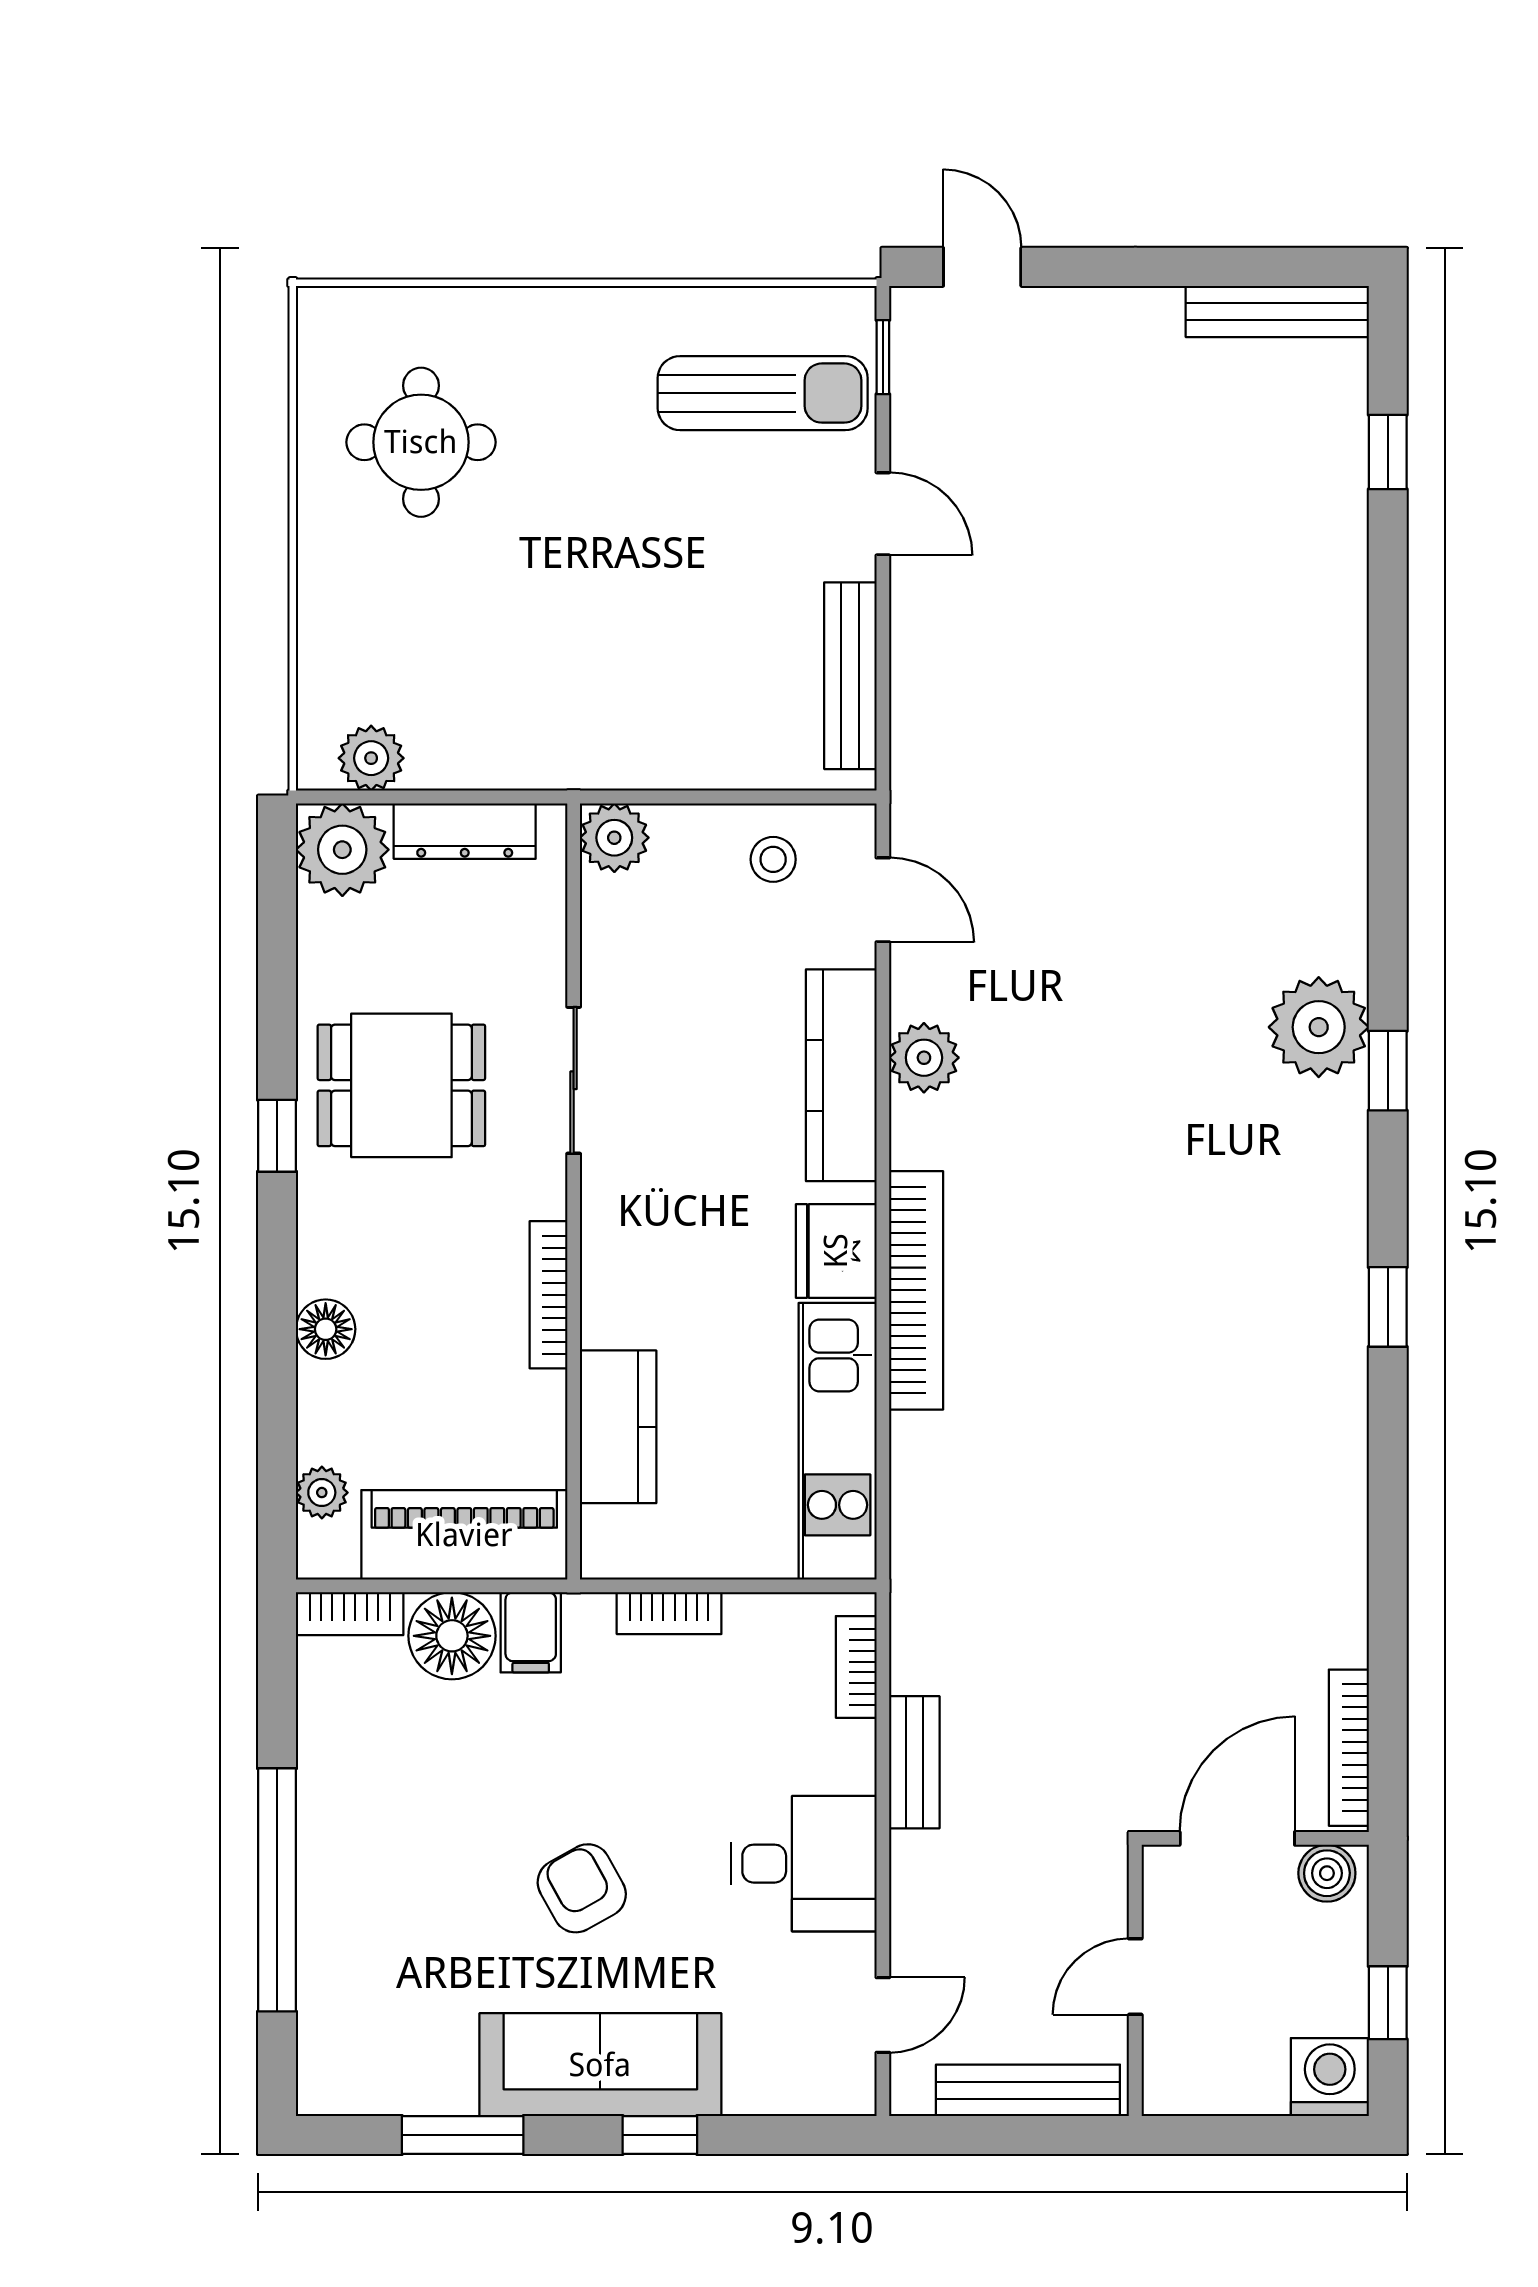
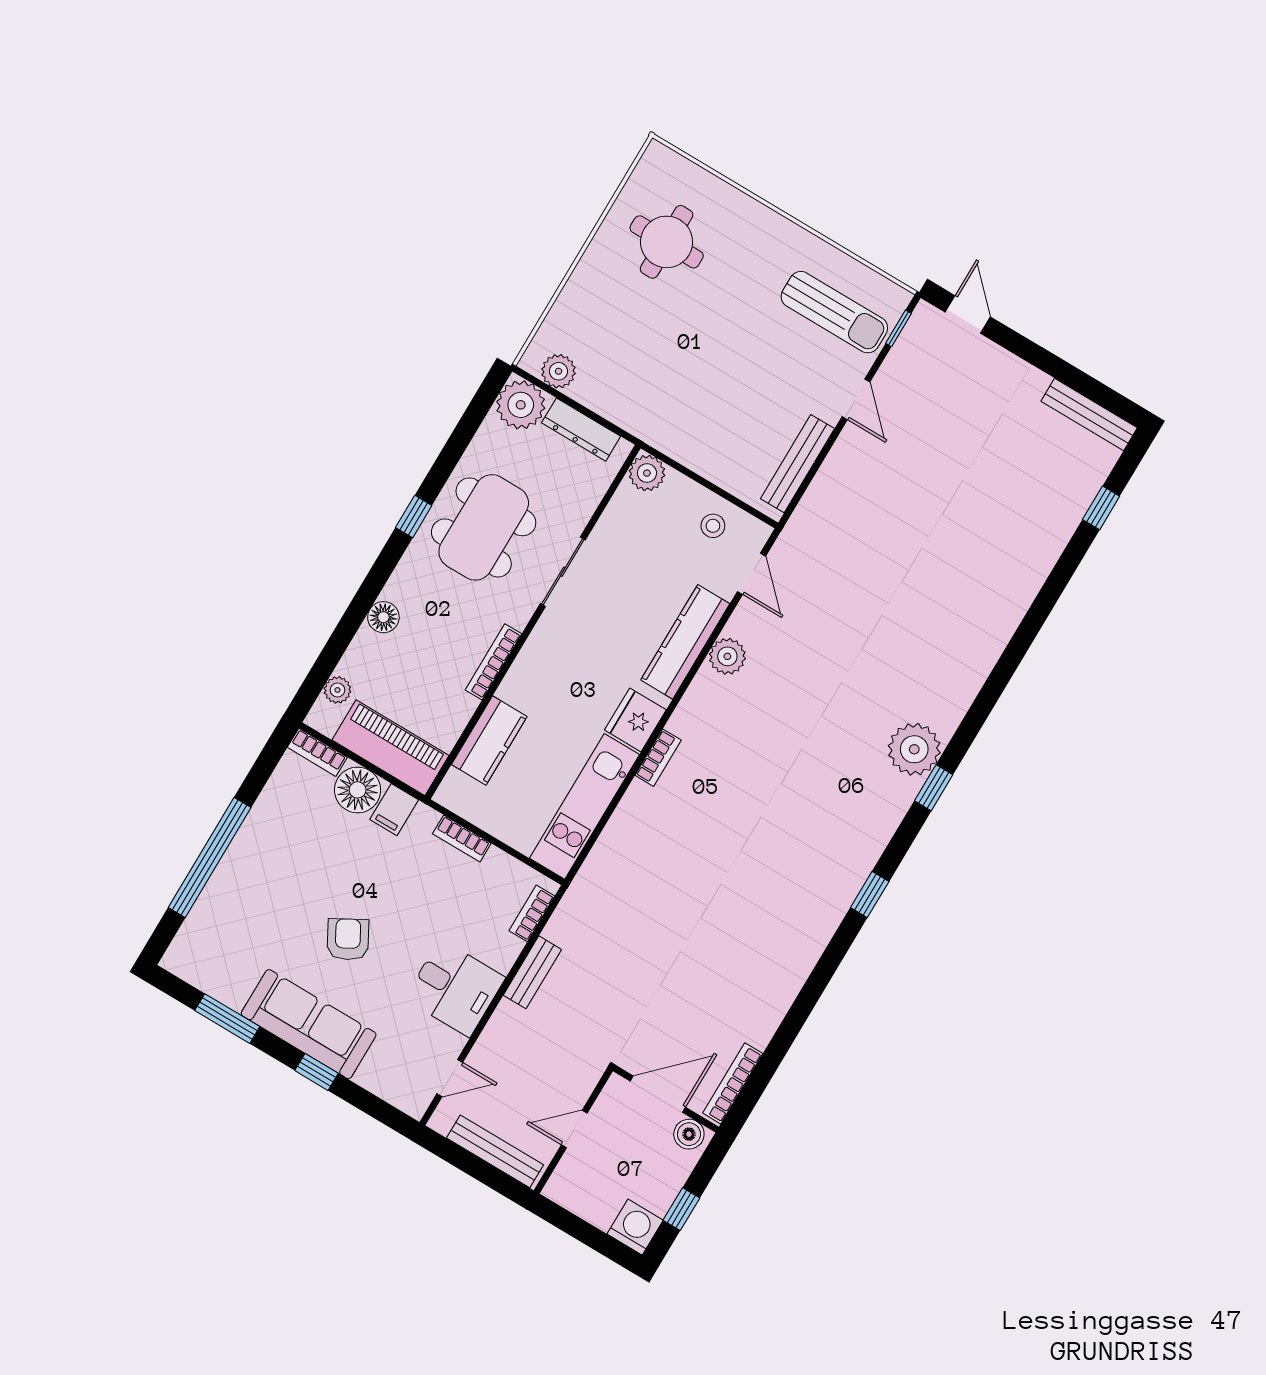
dining table: (401, 1085) -> (484, 527), width x1.38
bookcase: (916, 1290) -> (658, 758), width x0.43, depth x0.76

